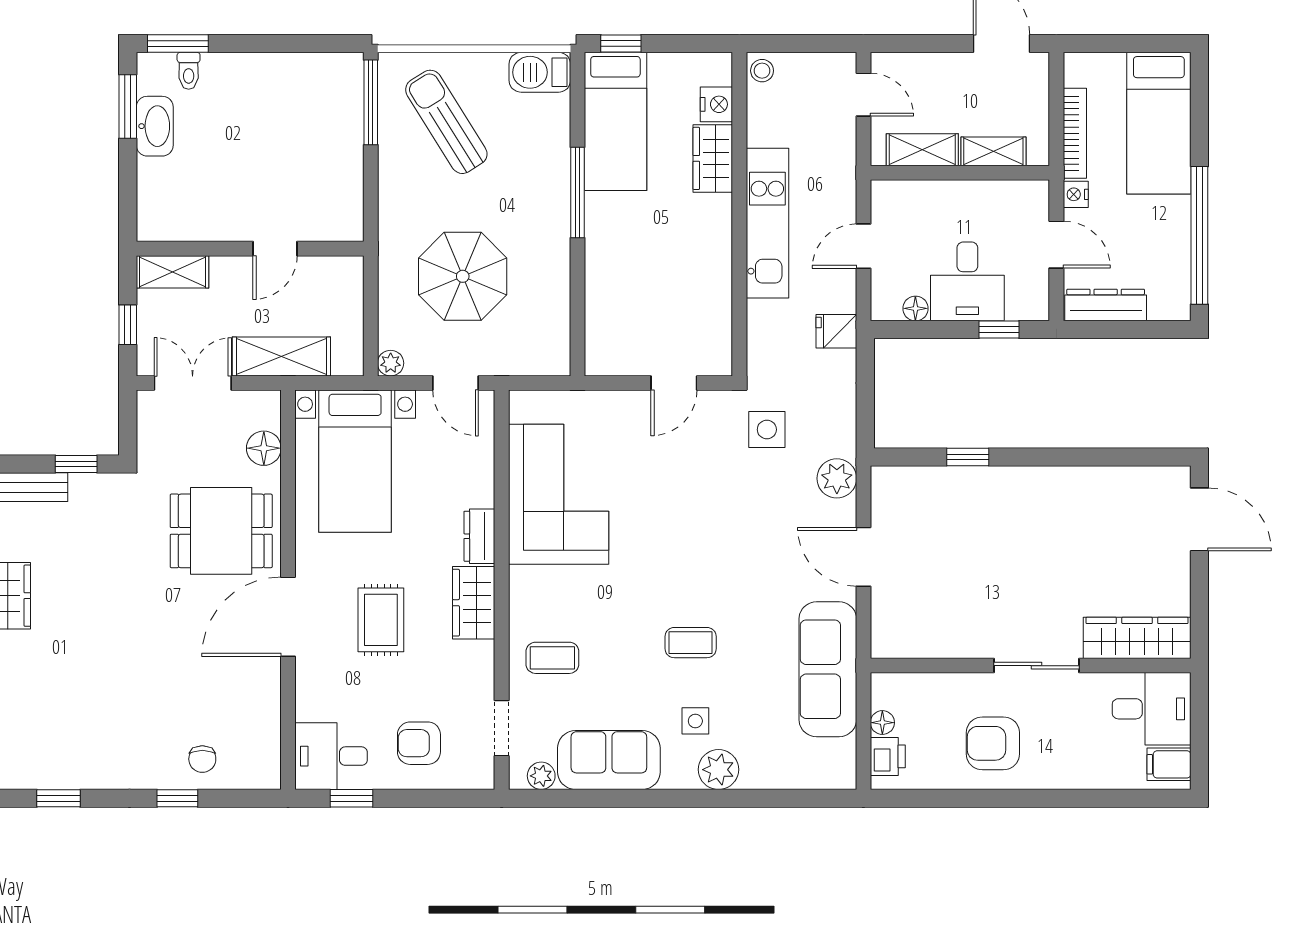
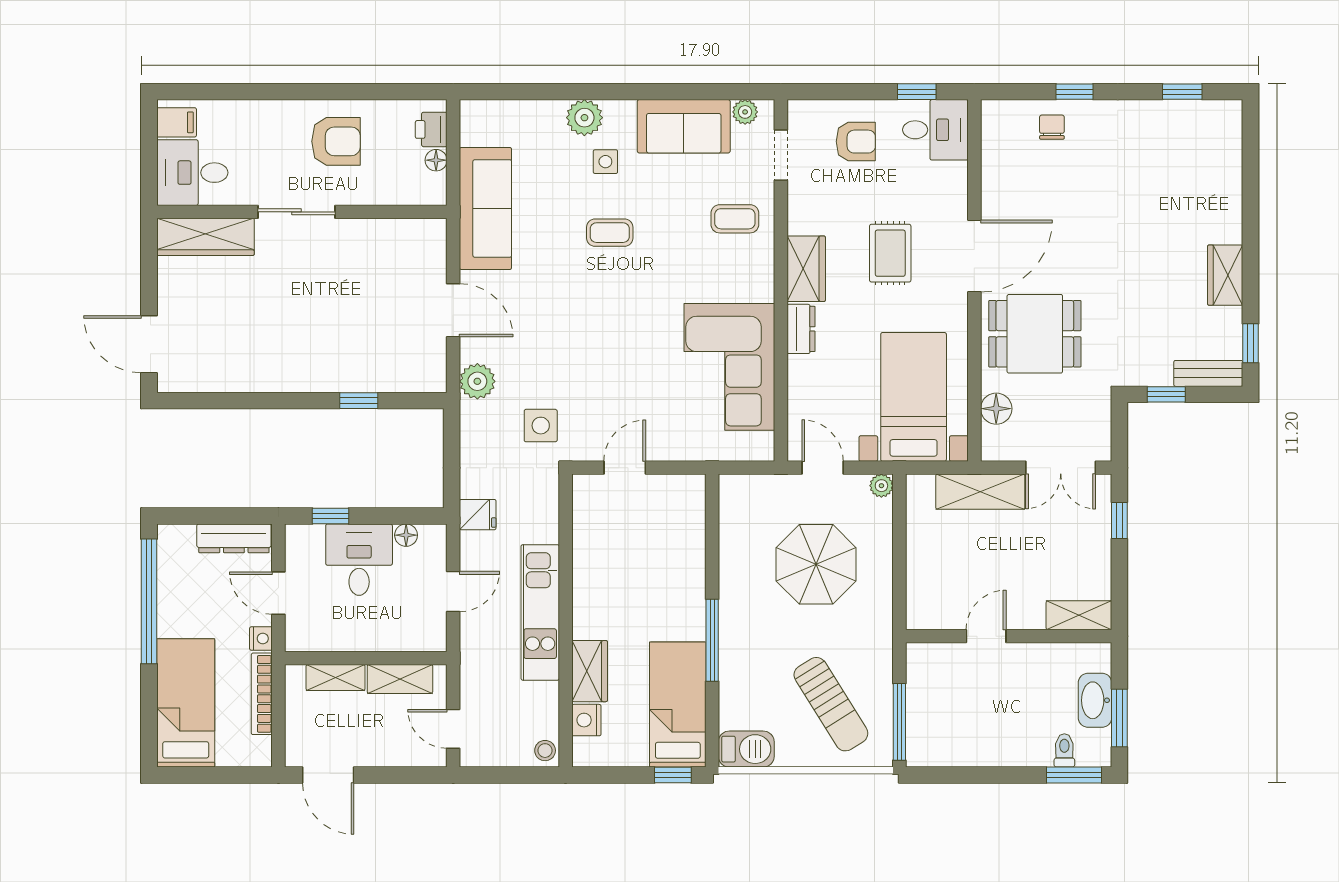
wall: (250, 249) -> (1009, 636), moved
door: (275, 249) -> (986, 636), moved
shelving: (172, 272) -> (1079, 615), moved

